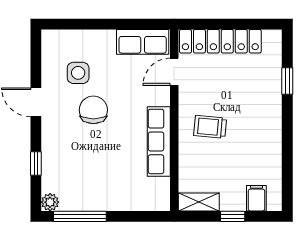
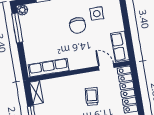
chair: (93, 110) -> (78, 25), turned 90
trolley: (210, 127) -> (92, 97), moved
row of seats: (159, 141) -> (49, 68), moved

